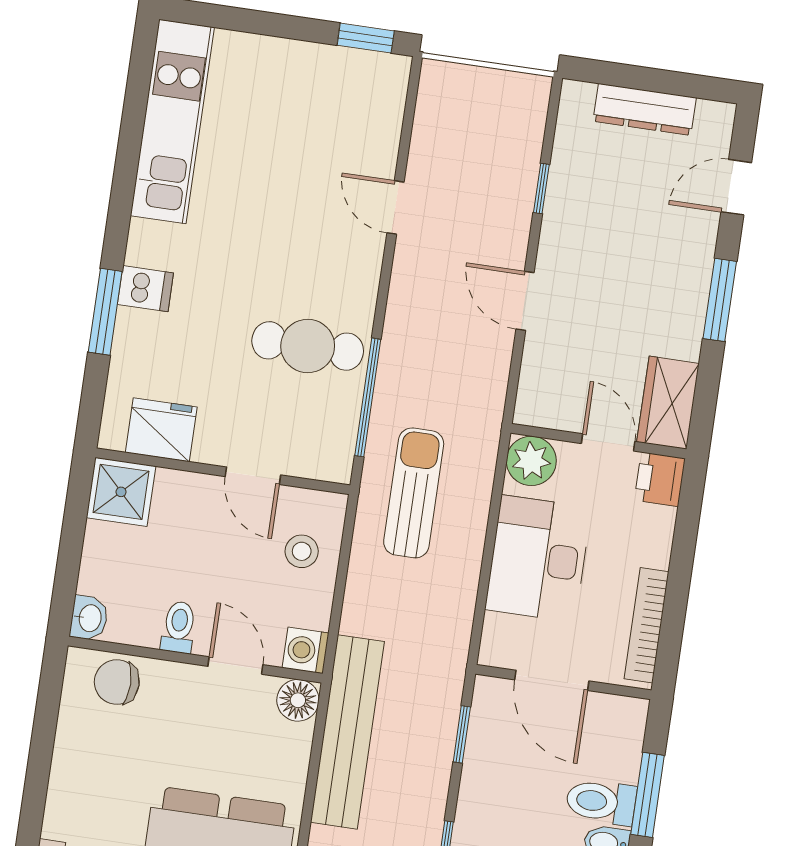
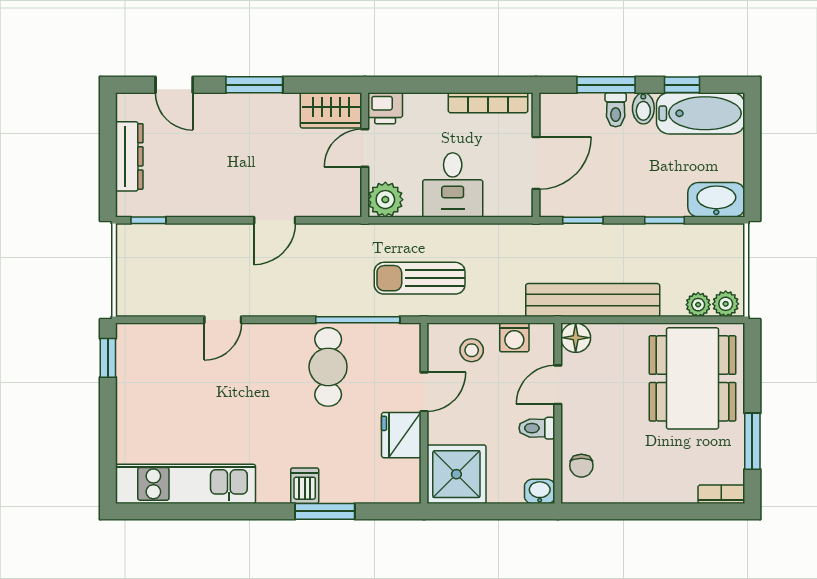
window: (541, 189) -> (148, 220), moved
fridge: (161, 430) -> (401, 435), moved
shower: (121, 492) -> (456, 474), width x1.36, depth x1.36
desk: (538, 559) -> (453, 185), width x0.73
washing machine: (306, 650) -> (514, 337), moved
chair: (117, 682) -> (581, 466), width x0.73, depth x0.73
toilet: (601, 802) -> (616, 110), width x0.73, depth x0.72

